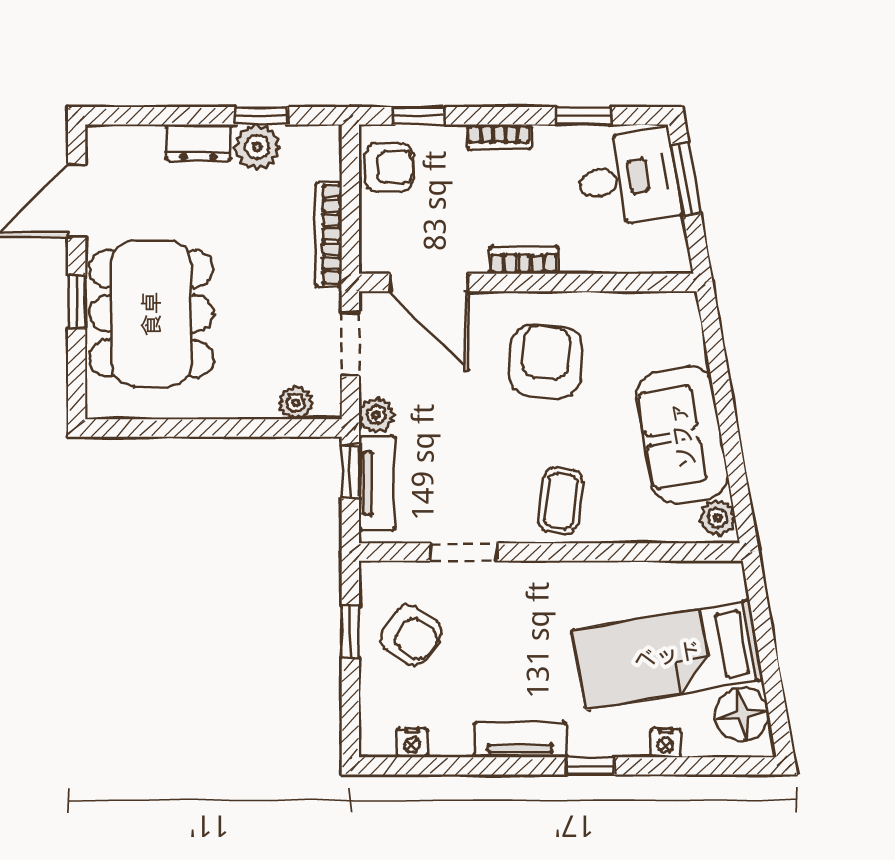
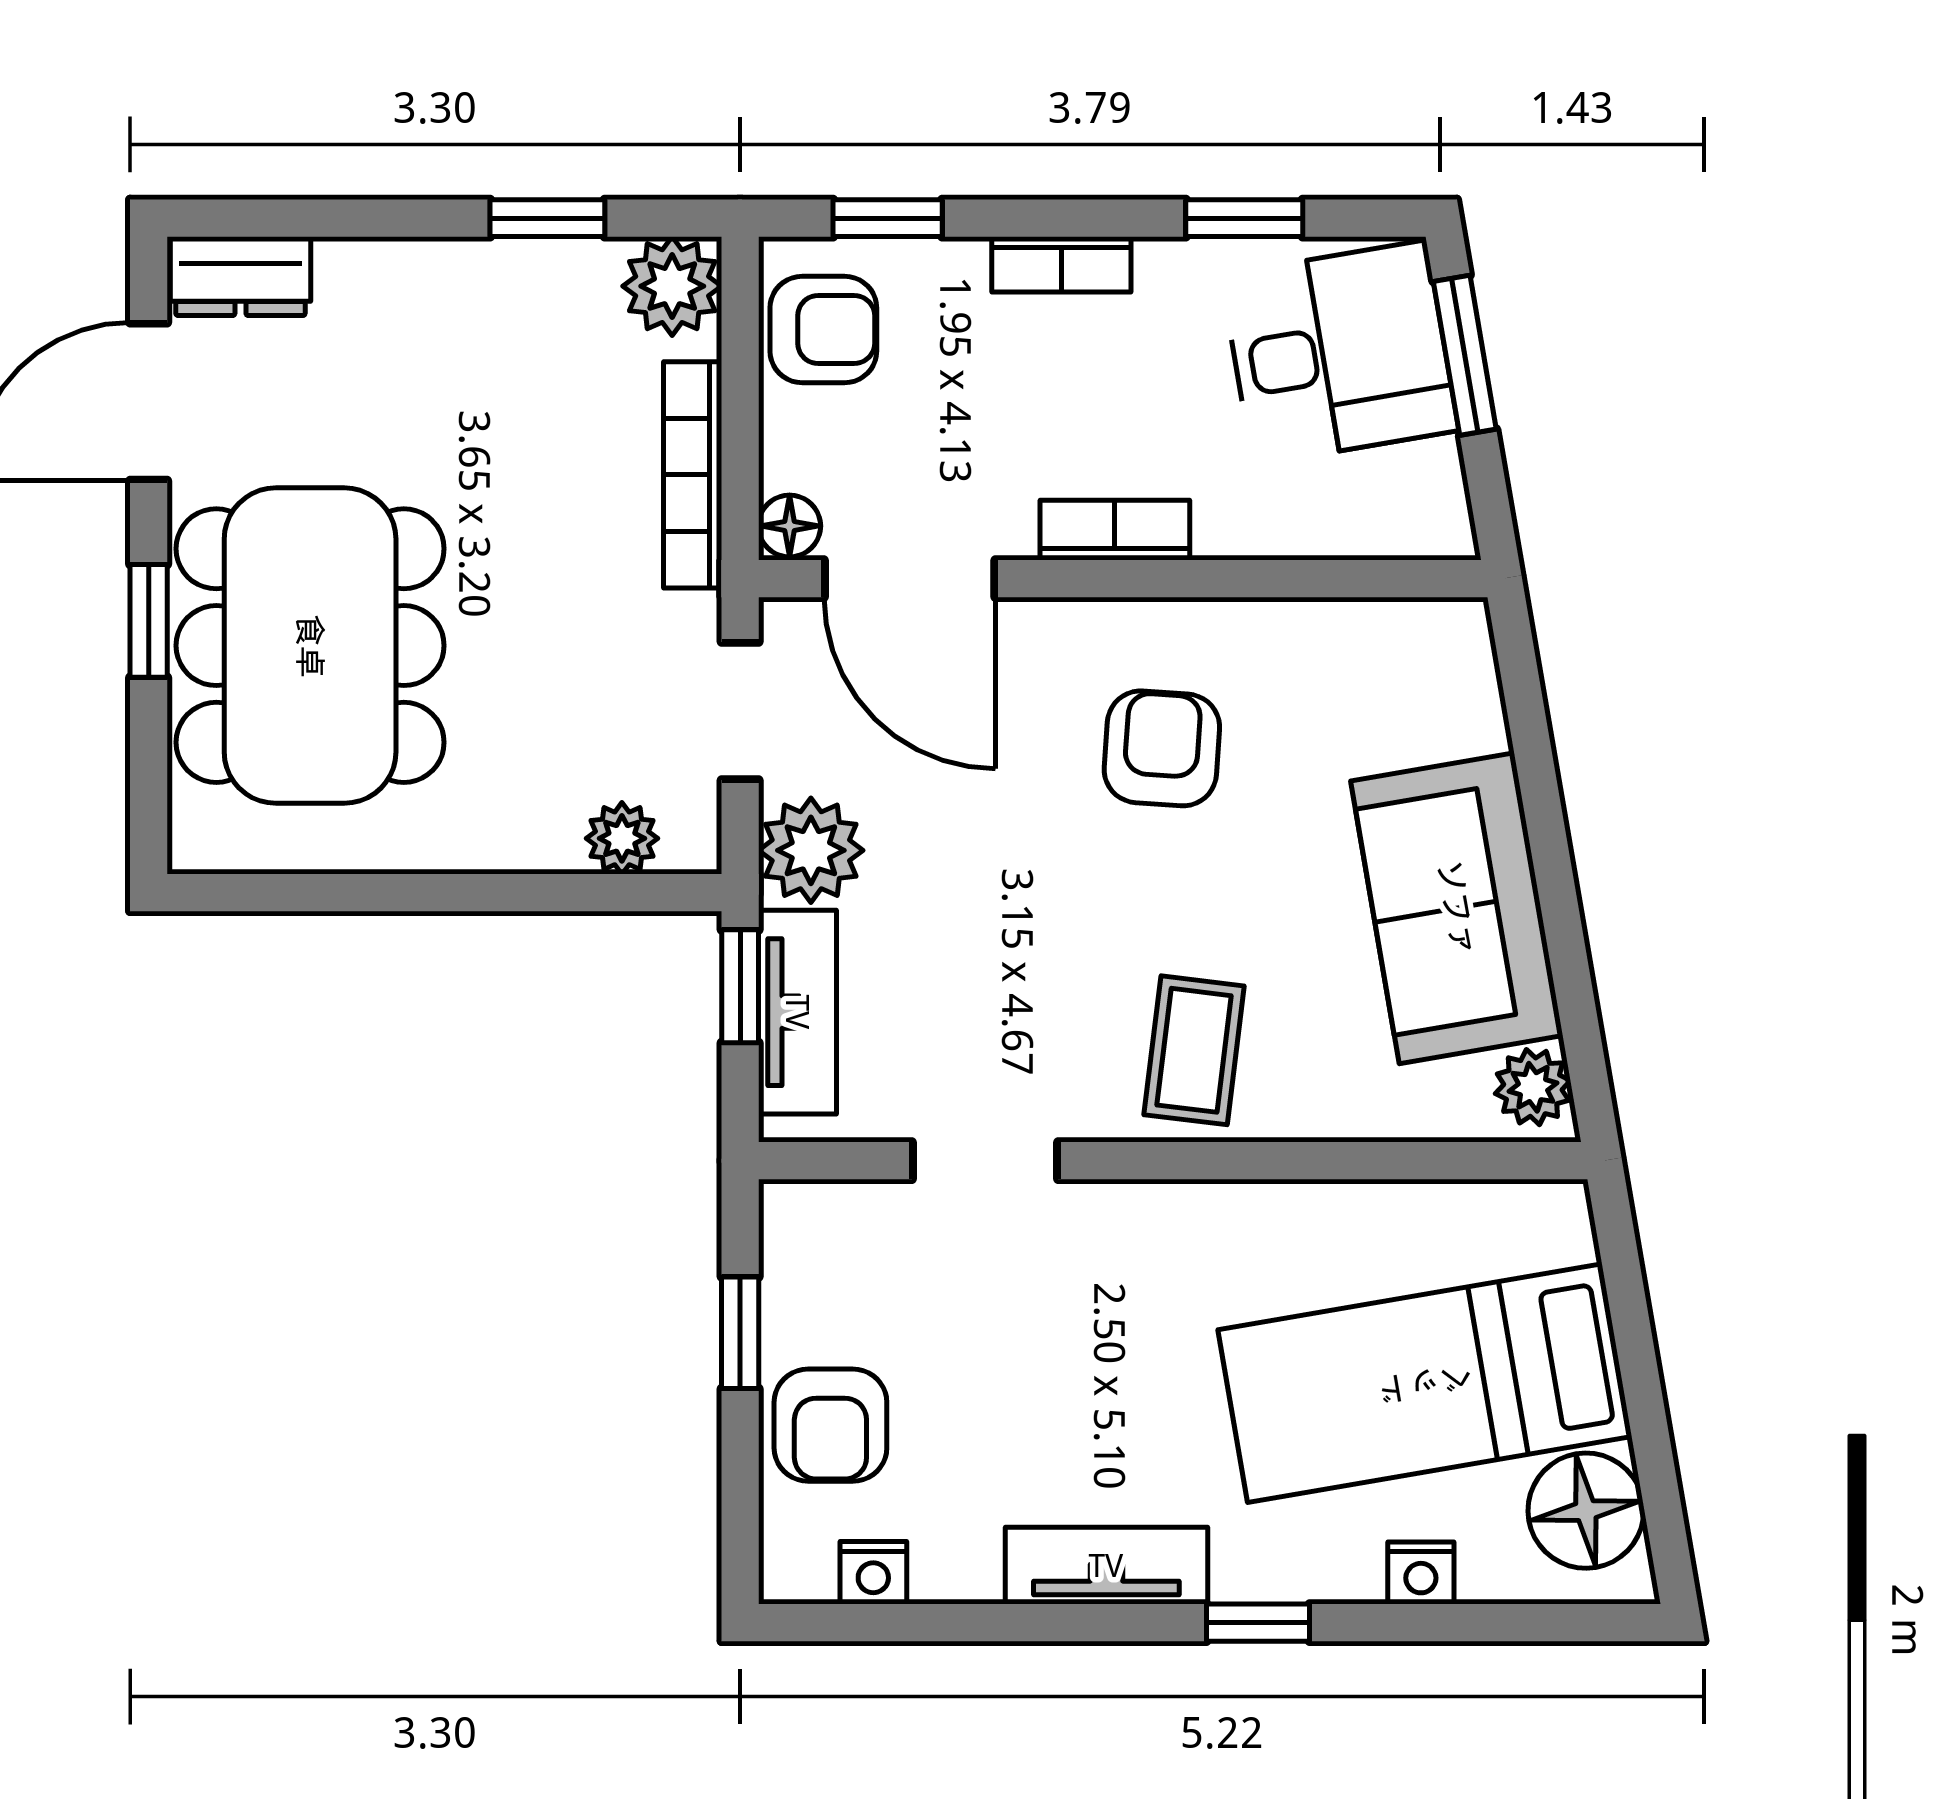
dresser: (198, 143) -> (240, 276), moved
plant: (257, 147) -> (672, 286), moved
floor lamp: (373, 258) -> (790, 526), added
armchair: (546, 361) -> (1162, 748), width x0.72, depth x0.72
plant: (377, 415) -> (811, 850), width x1.38, depth x1.38
armchair: (411, 636) -> (830, 1425), moved, turned 55

